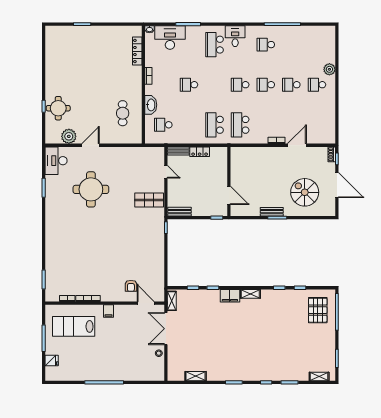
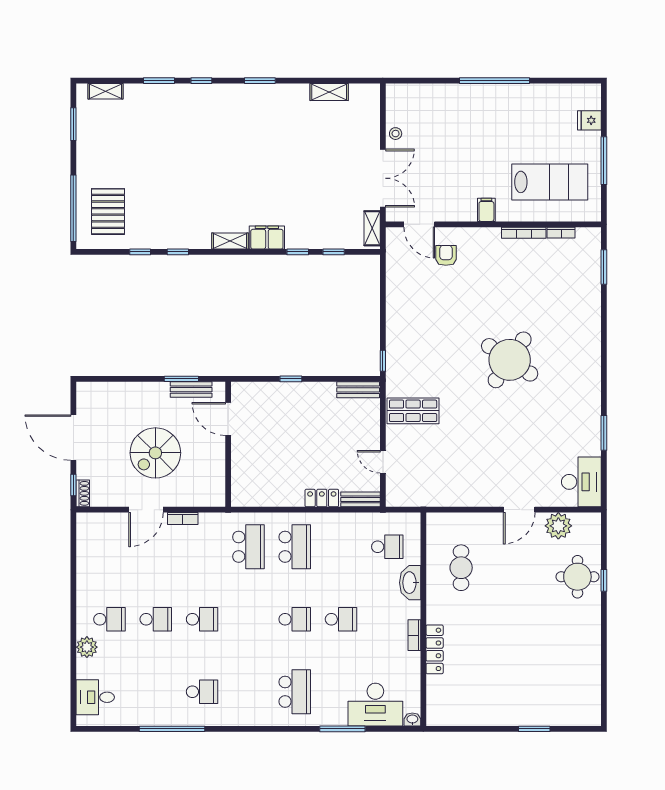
desk: (235, 36) -> (95, 697), moved, turned 90
locker: (137, 51) -> (435, 649), moved
school desk: (240, 85) -> (295, 619), moved
wall: (229, 181) -> (228, 444), moved
round table: (91, 189) -> (510, 360), moved, turned 34
spiral stairs: (305, 192) -> (155, 453), moved, turned 90
door: (229, 195) -> (228, 419), moved

